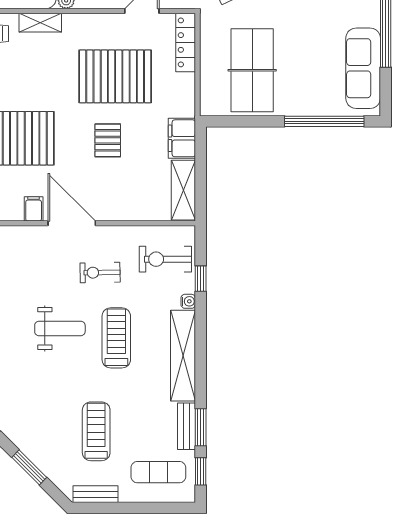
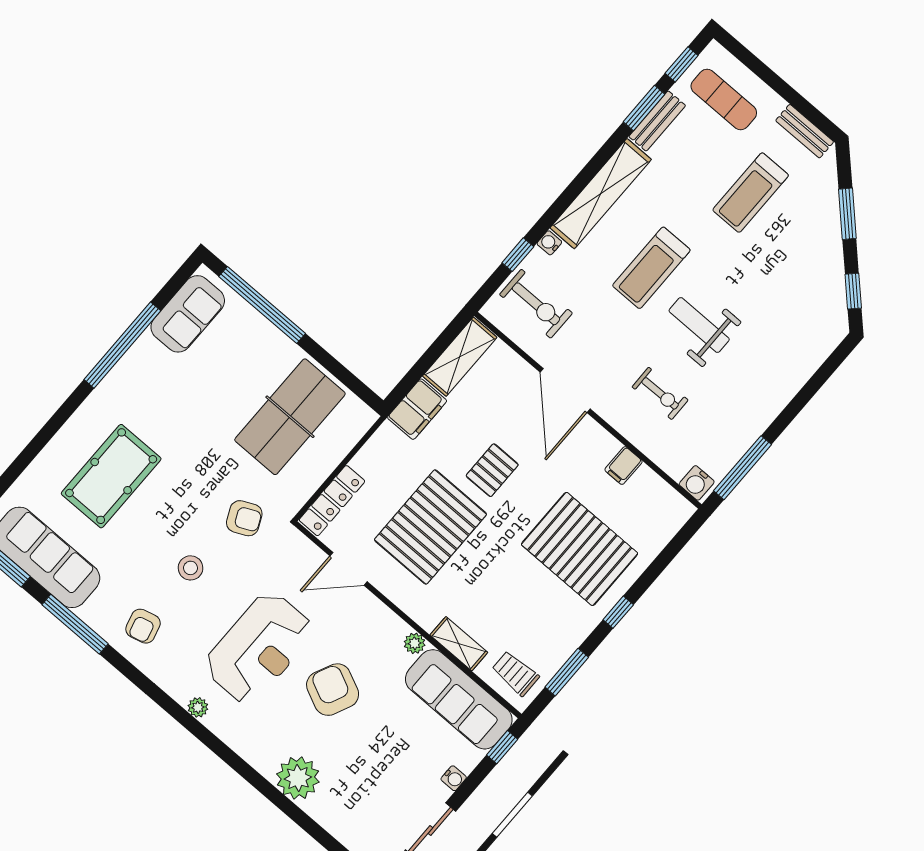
sofa: (363, 68) -> (188, 314), width x0.73
pallet: (115, 76) -> (430, 527), turned 90
door: (72, 223) -> (565, 391), moved
exercise bike: (100, 273) -> (660, 393), moved

